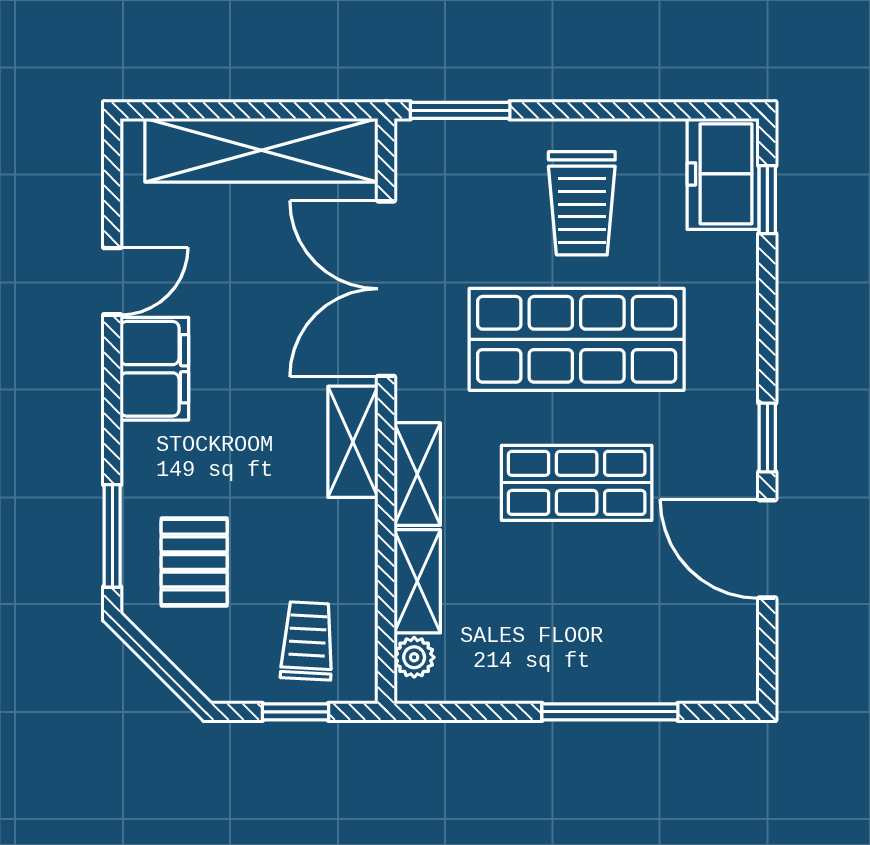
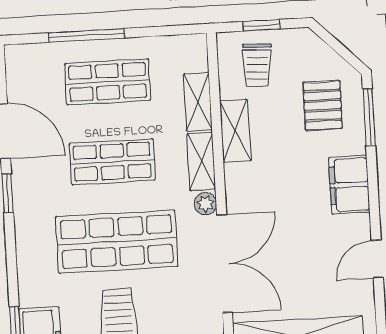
filing cabinet: (154, 369) -> (349, 185), moved
shelving: (353, 442) -> (235, 131), moved
shop shelf: (577, 626) -> (108, 82), added
plant: (414, 657) -> (205, 204), moved

